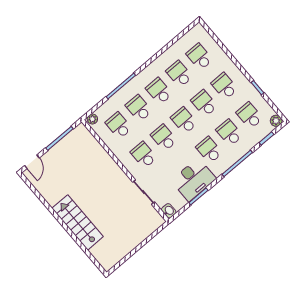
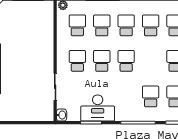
school desk: (204, 103) -> (151, 61), removed
school desk: (209, 150) -> (126, 96), removed

